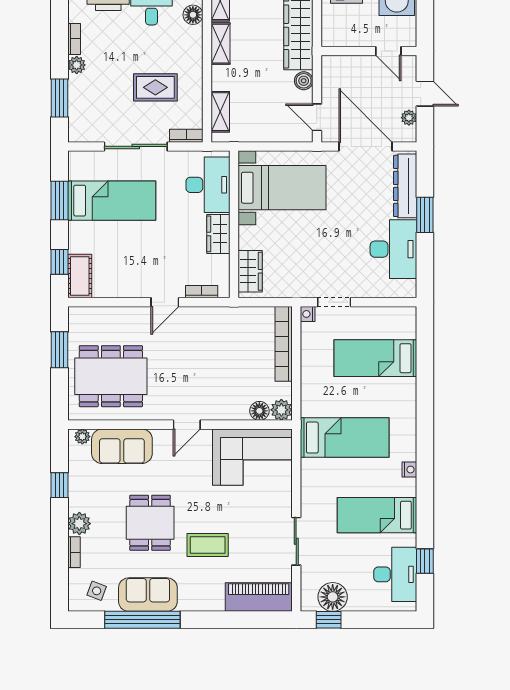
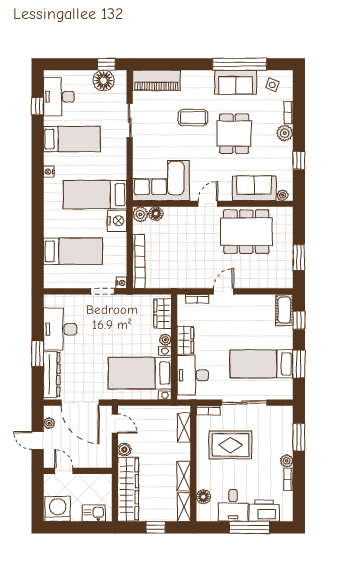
rug: (155, 87) -> (230, 445), width x1.36, depth x1.43
plant: (246, 235) -> (165, 340), added
dining table: (111, 376) -> (246, 232), moved
nightstand: (314, 401) -> (117, 221), added

